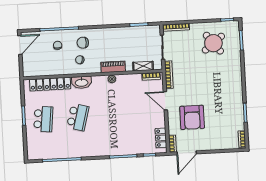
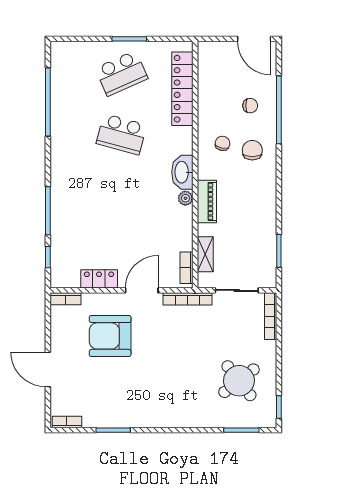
washbasin: (82, 82) -> (182, 172), moved
school desk: (43, 119) -> (121, 73), turned -30
locker: (161, 138) -> (99, 279), moved
door: (187, 153) -> (48, 369), moved

